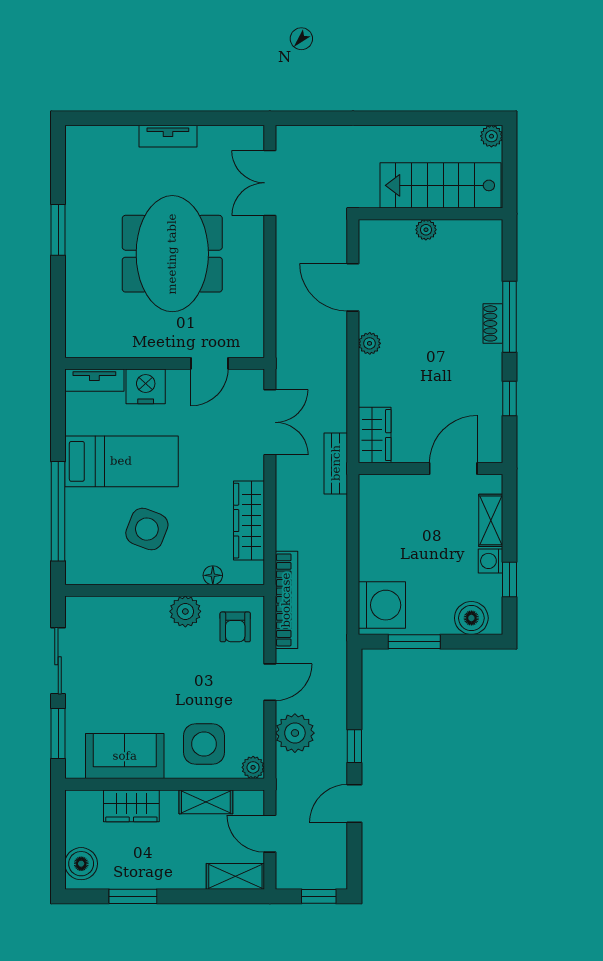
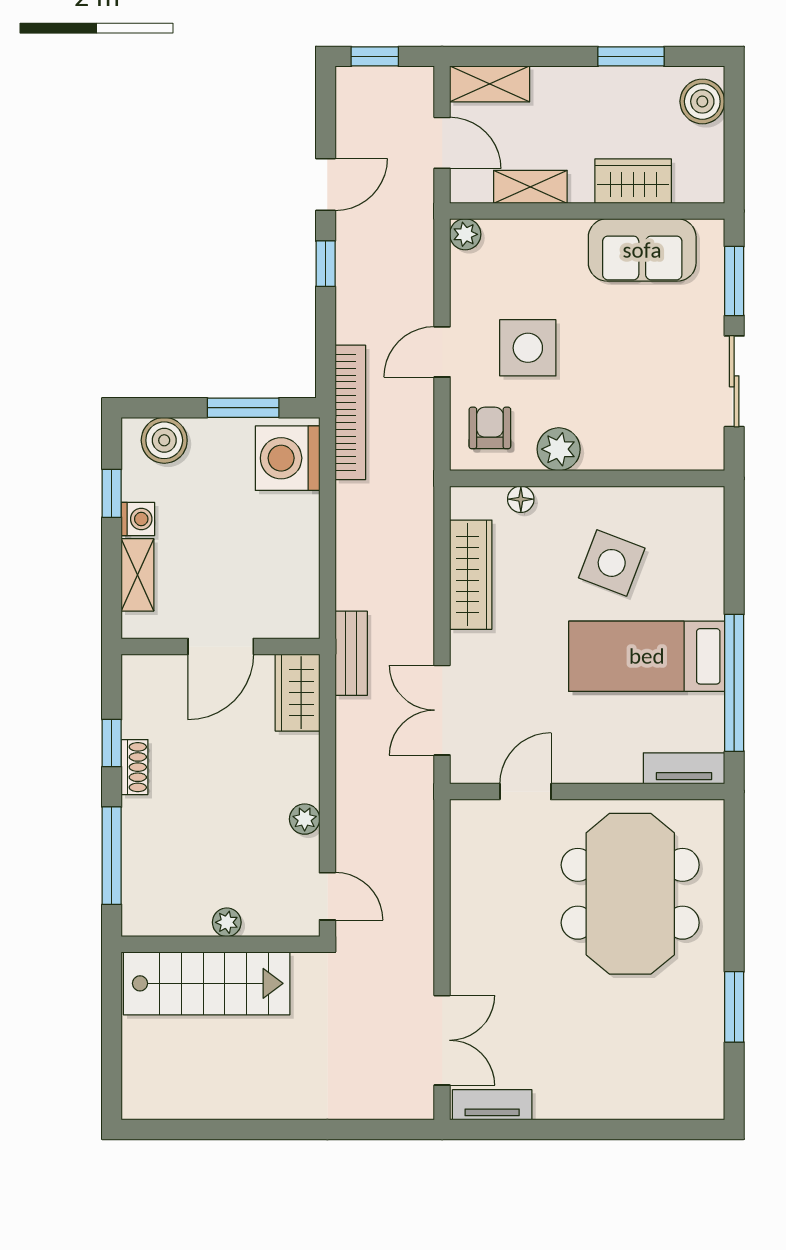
tv unit: (168, 136) -> (492, 1105), moved
plant: (491, 136) -> (136, 1105), removed
stairs: (441, 185) -> (207, 983), moved
wall: (431, 214) -> (221, 944), moved
window: (58, 230) -> (734, 1007), moved
plant: (426, 230) -> (227, 922), moved
meeting table: (172, 254) -> (630, 894), moved
door: (353, 287) -> (327, 896), width x0.73
shoe rack: (493, 323) -> (135, 767), moved
nightstand: (146, 386) -> (613, 760), removed
door: (453, 469) -> (221, 646), moved
window: (58, 511) -> (734, 683), moved
bookcase: (286, 600) -> (350, 412), moved, turned 180
plant: (295, 733) -> (408, 282), removed
side table: (204, 744) -> (528, 348), moved

